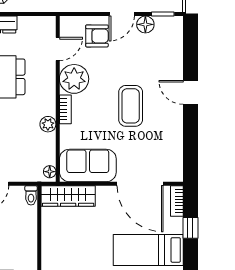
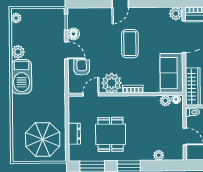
door: (58, 49) -> (91, 95), hinge flipped
coffee table: (131, 106) -> (130, 44), turned 90
plant: (48, 124) -> (165, 101), moved
plant: (174, 172) -> (176, 13), added

